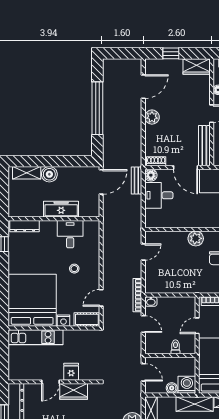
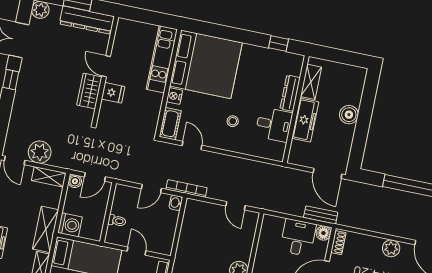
shelving: (27, 173) -> (311, 82), moved
dresser: (25, 226) -> (290, 93), moved
boiler: (172, 388) -> (75, 181), moved

